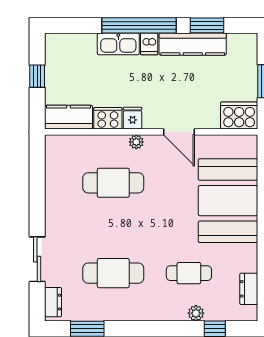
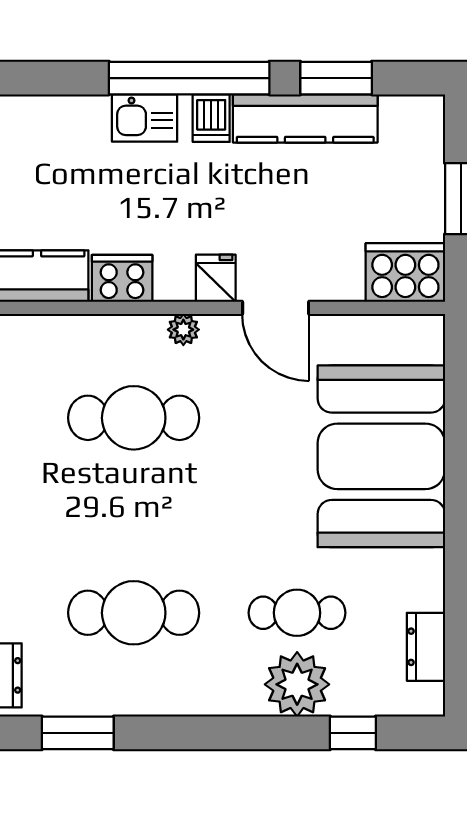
kitchen sink: (118, 44) -> (145, 118), width x0.73
fridge: (133, 118) -> (216, 278), moved
plant: (196, 313) -> (297, 684), width x1.87, depth x1.87

